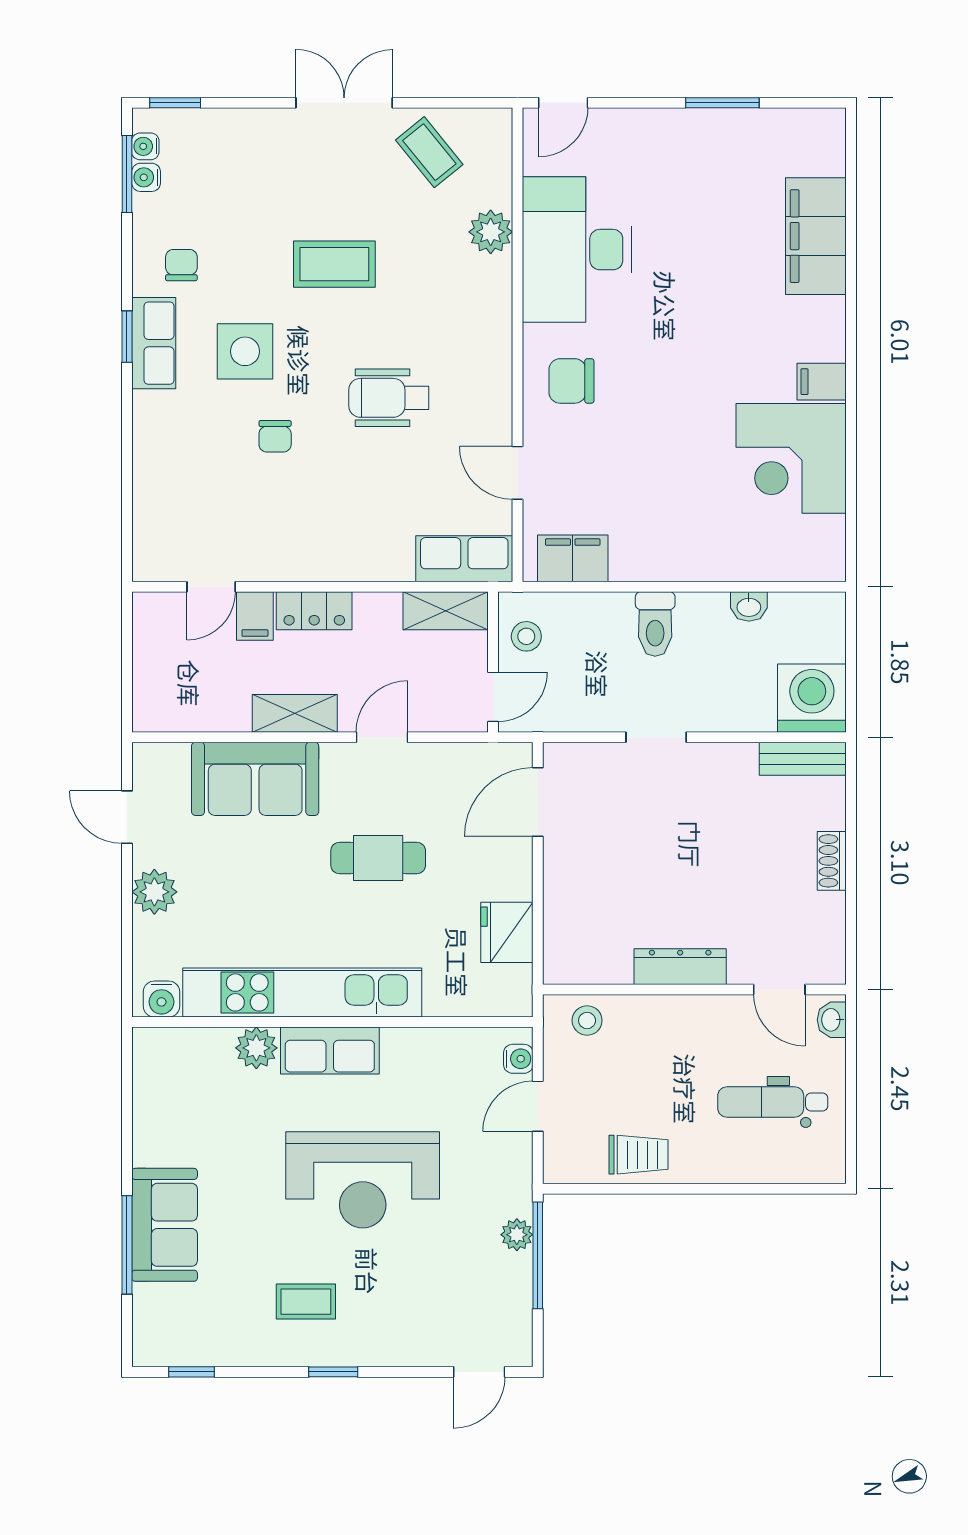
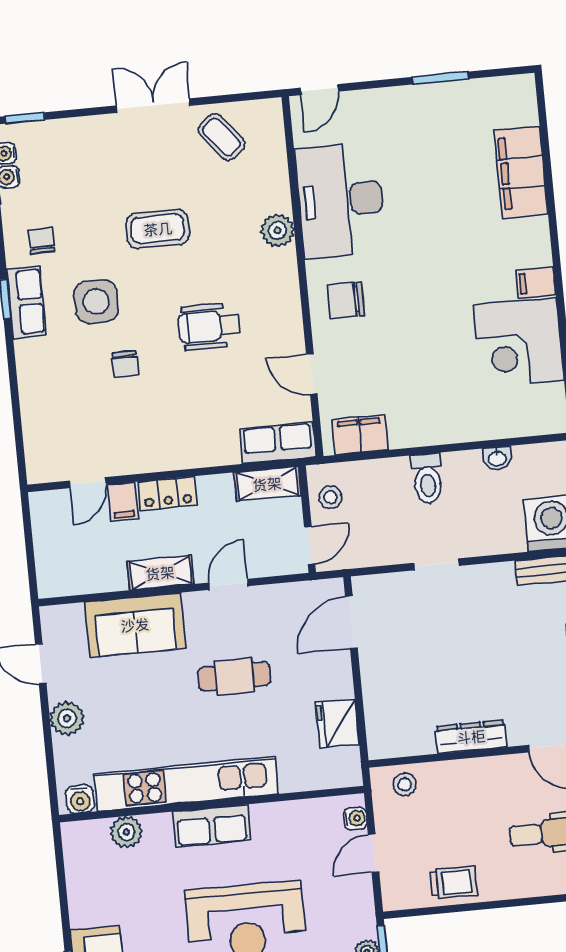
plant: (491, 232) -> (277, 230), moved
plant: (256, 1048) -> (126, 832), moved

